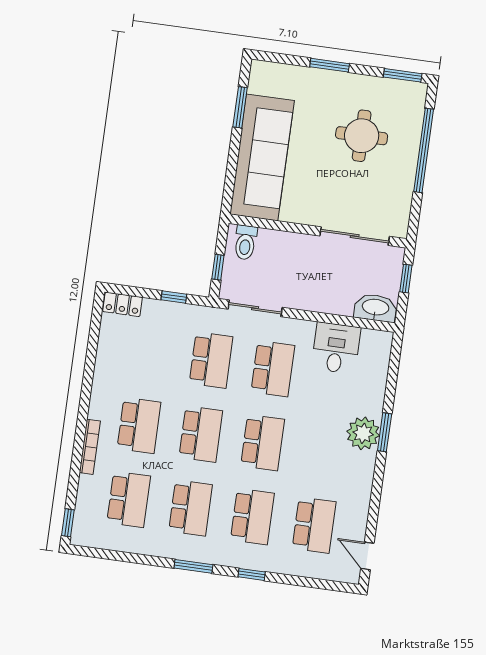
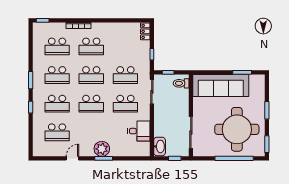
round table: (362, 136) -> (237, 129), width x1.86, depth x1.86
door: (367, 556) -> (72, 158), moved

